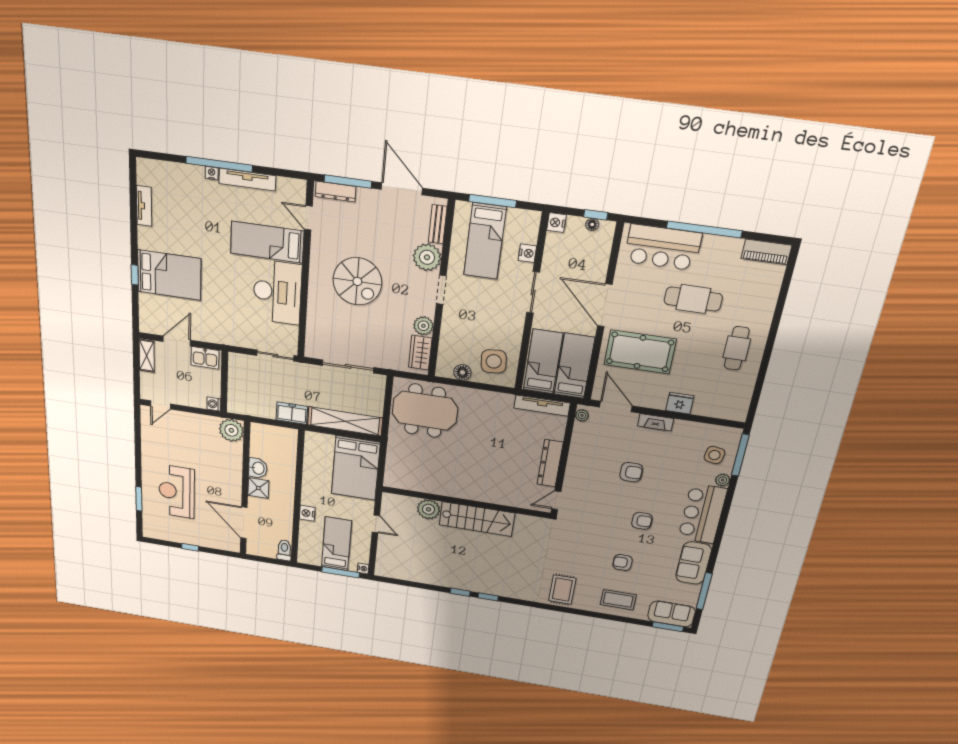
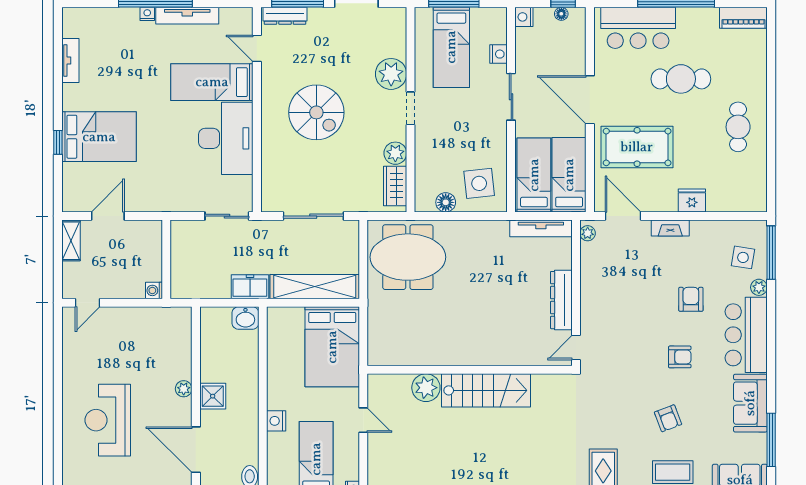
bench: (438, 224) -> (399, 36), removed
kitchen sink: (205, 358) -> (142, 232), removed
plant: (231, 430) -> (184, 389), moved, width x0.53, depth x0.53
washbasin: (258, 468) -> (245, 318), moved, turned 90
armchair: (631, 472) -> (691, 299), moved, turned -90
window: (139, 499) -> (58, 440), removed
armchair: (622, 562) -> (668, 418), turned -111

